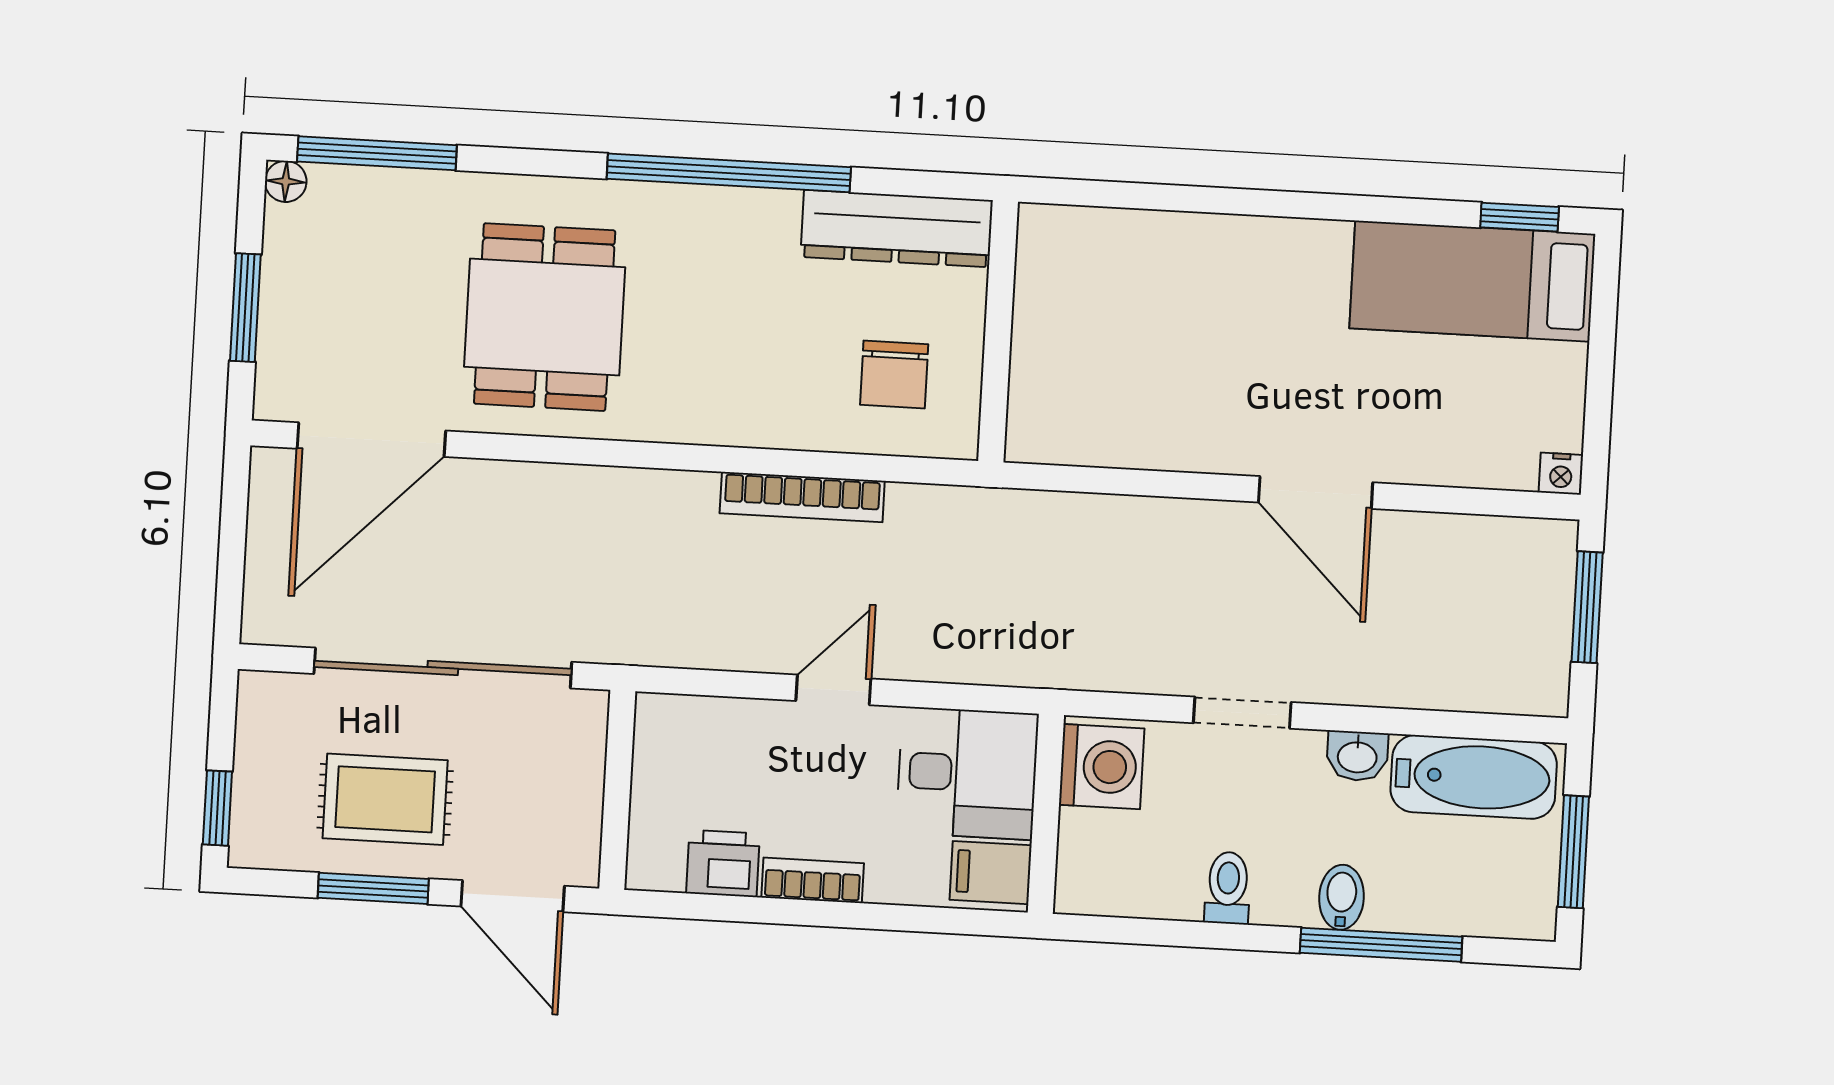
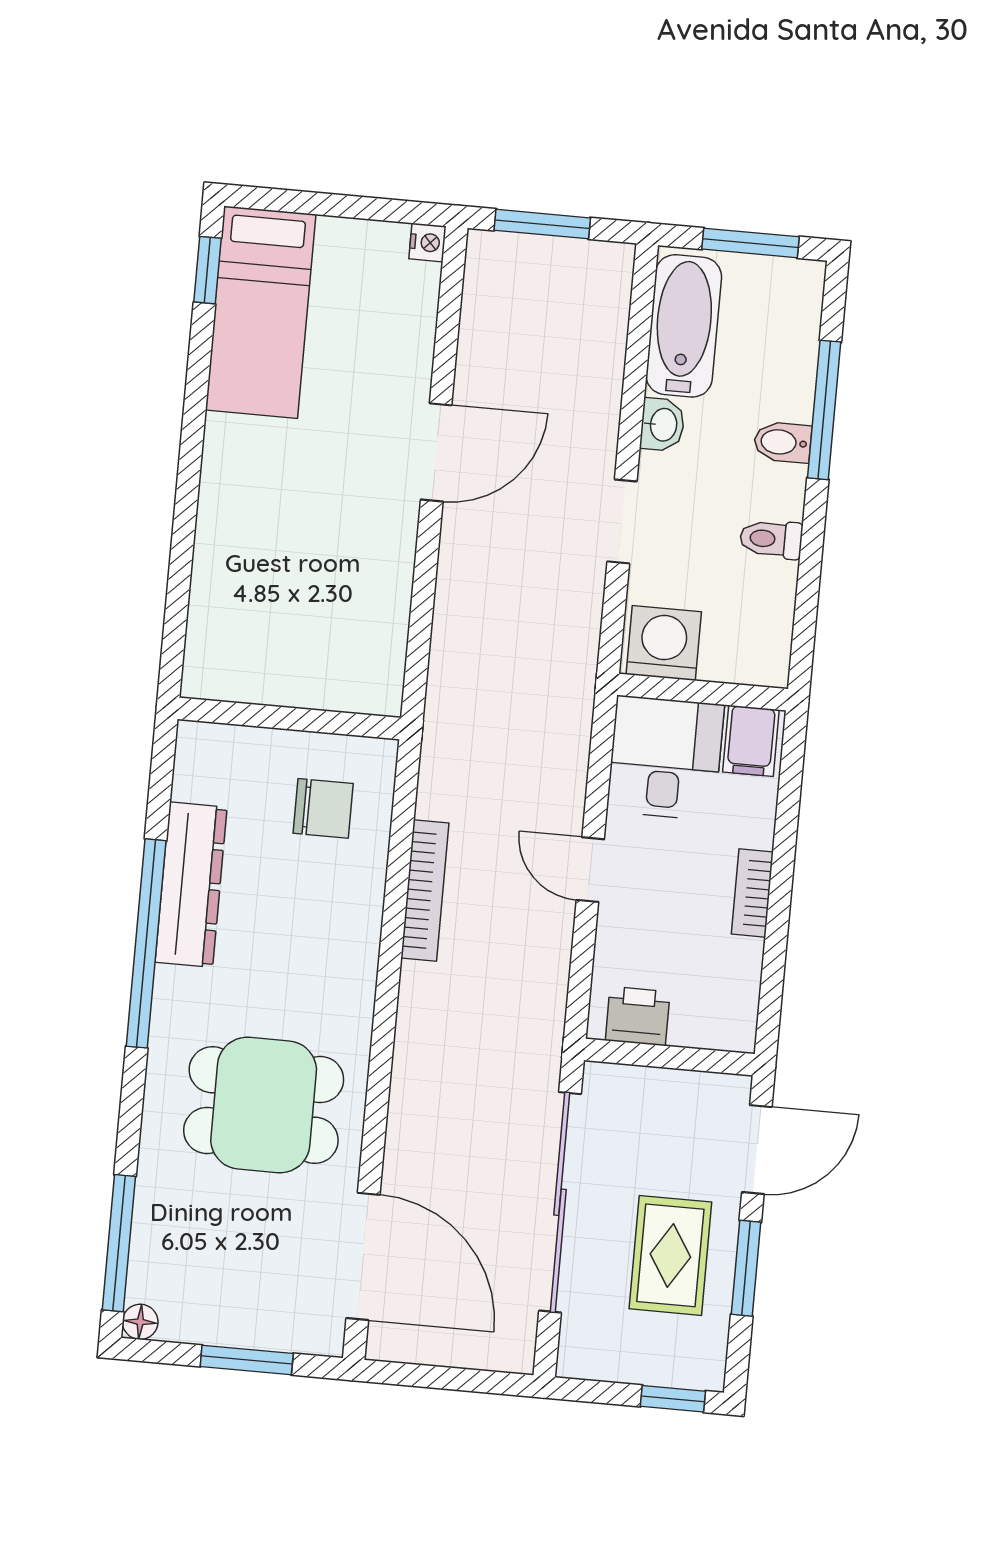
dresser: (897, 229) -> (191, 885), moved
printer: (723, 863) -> (638, 1016), moved, turned 90

